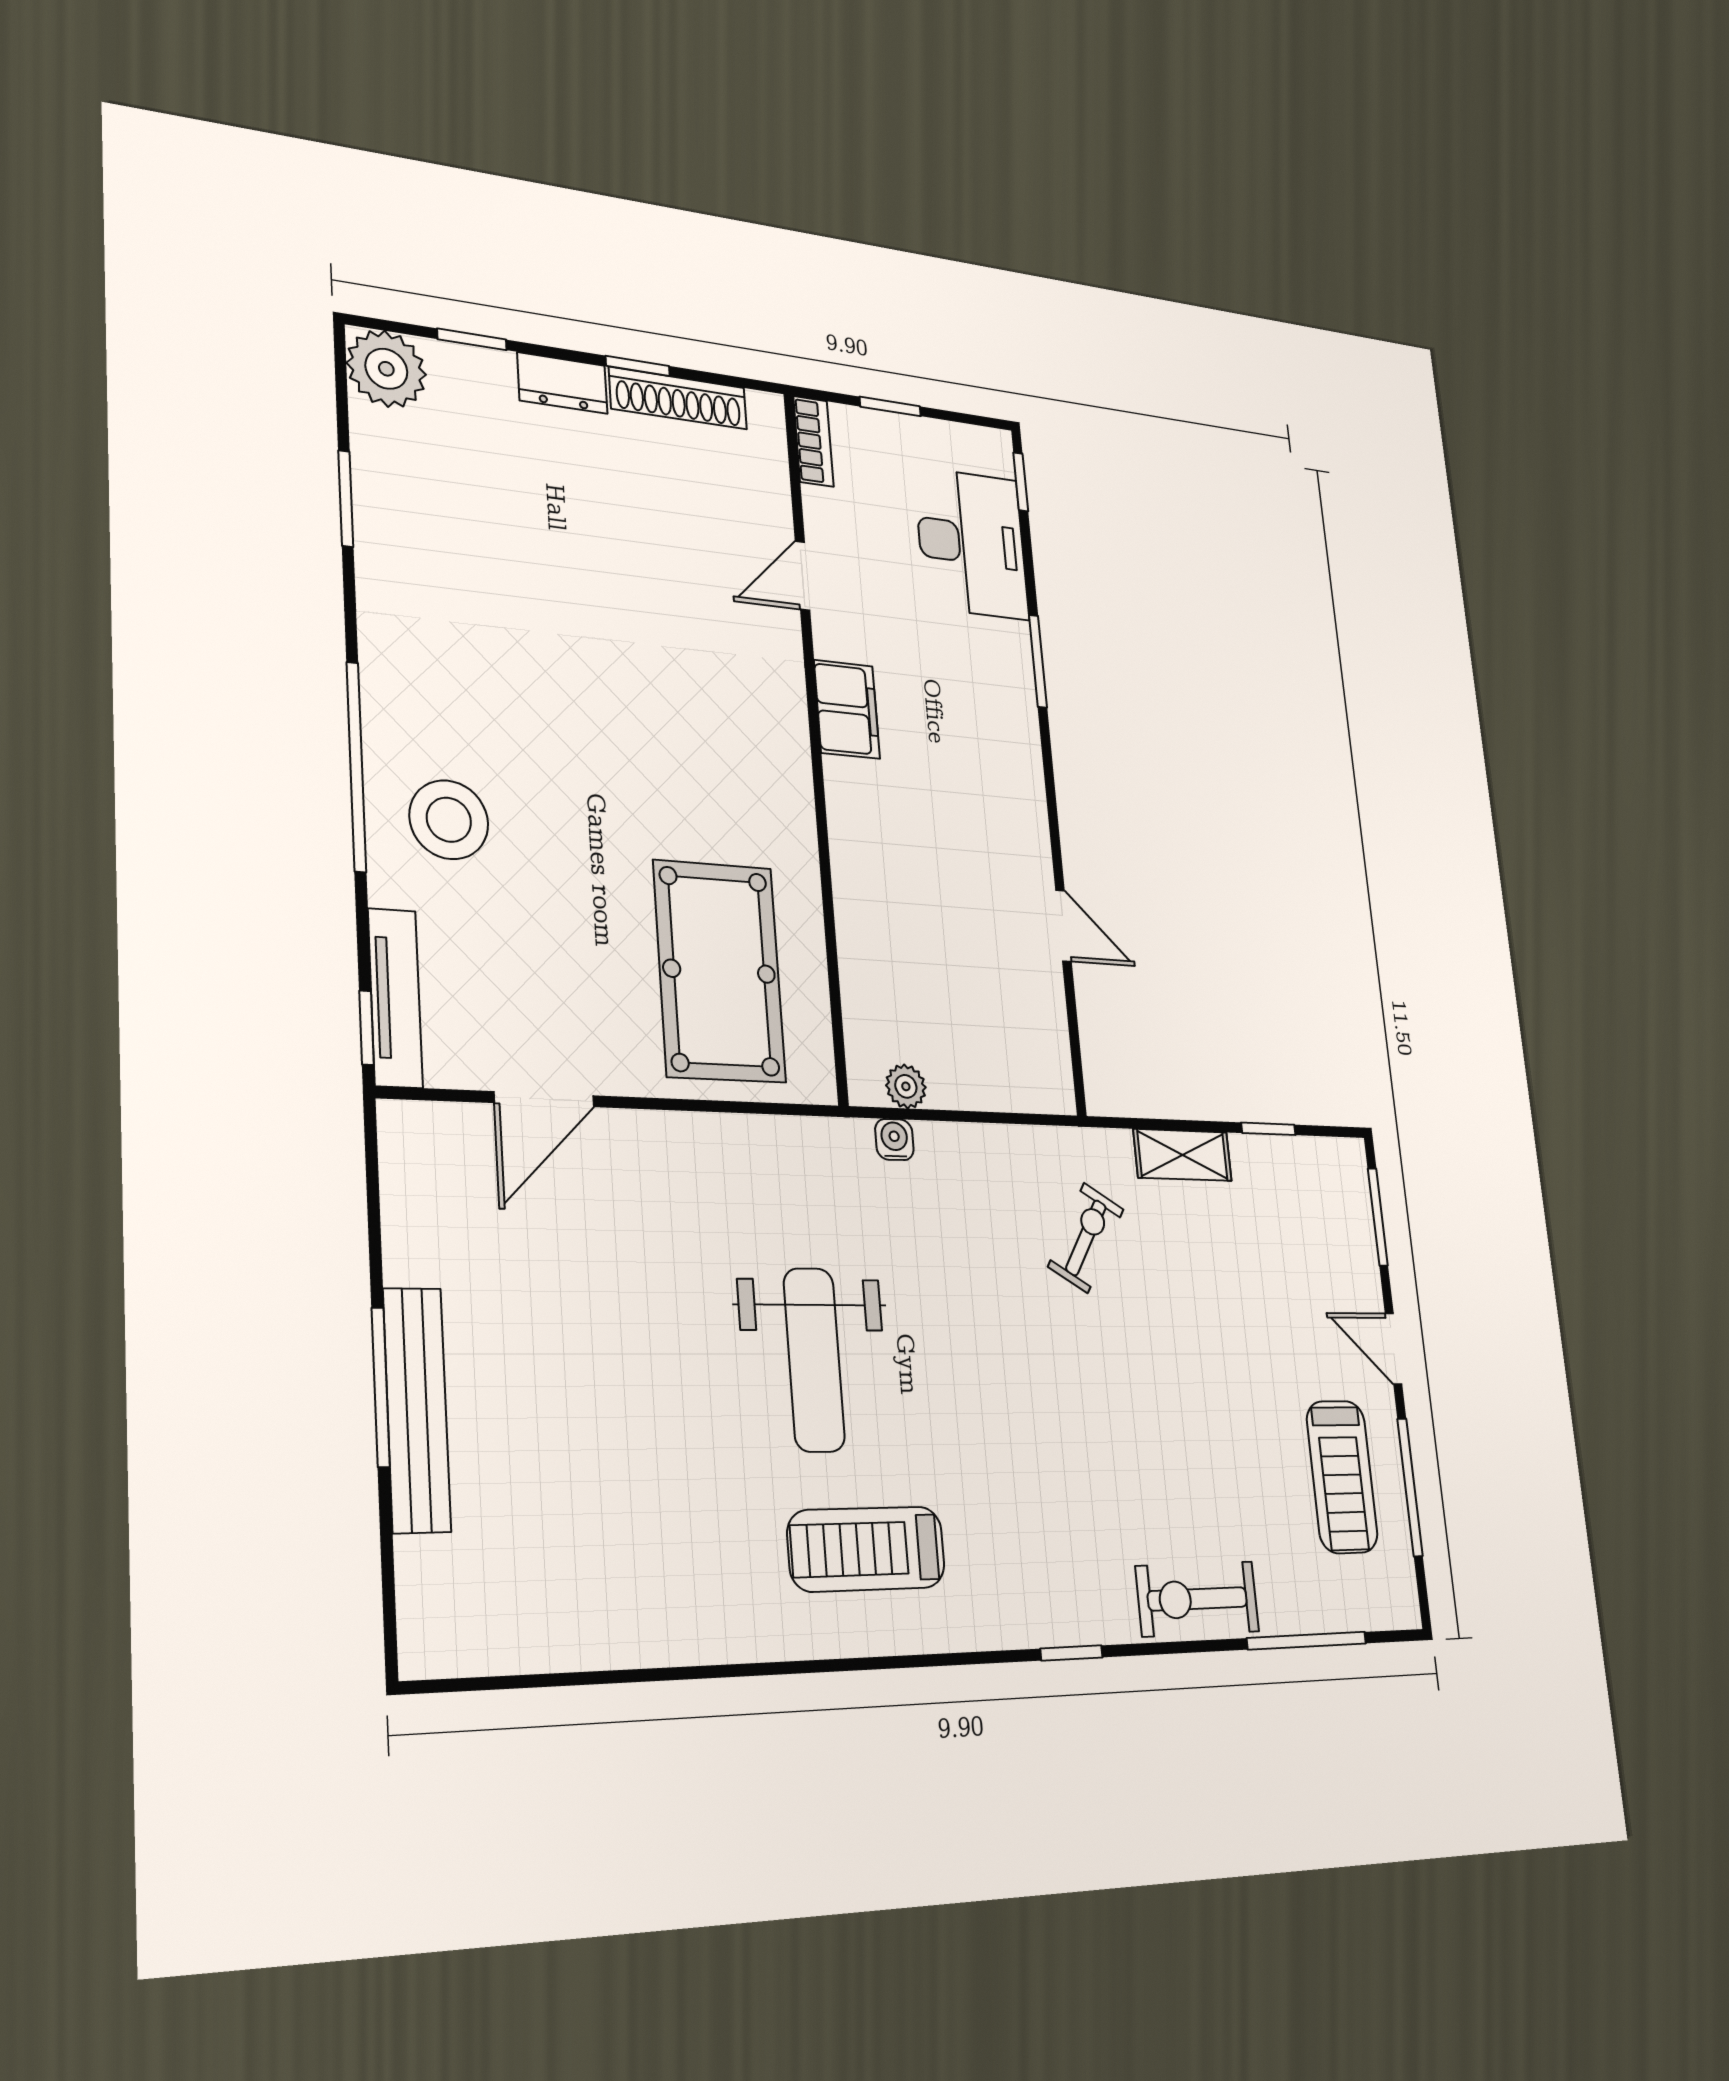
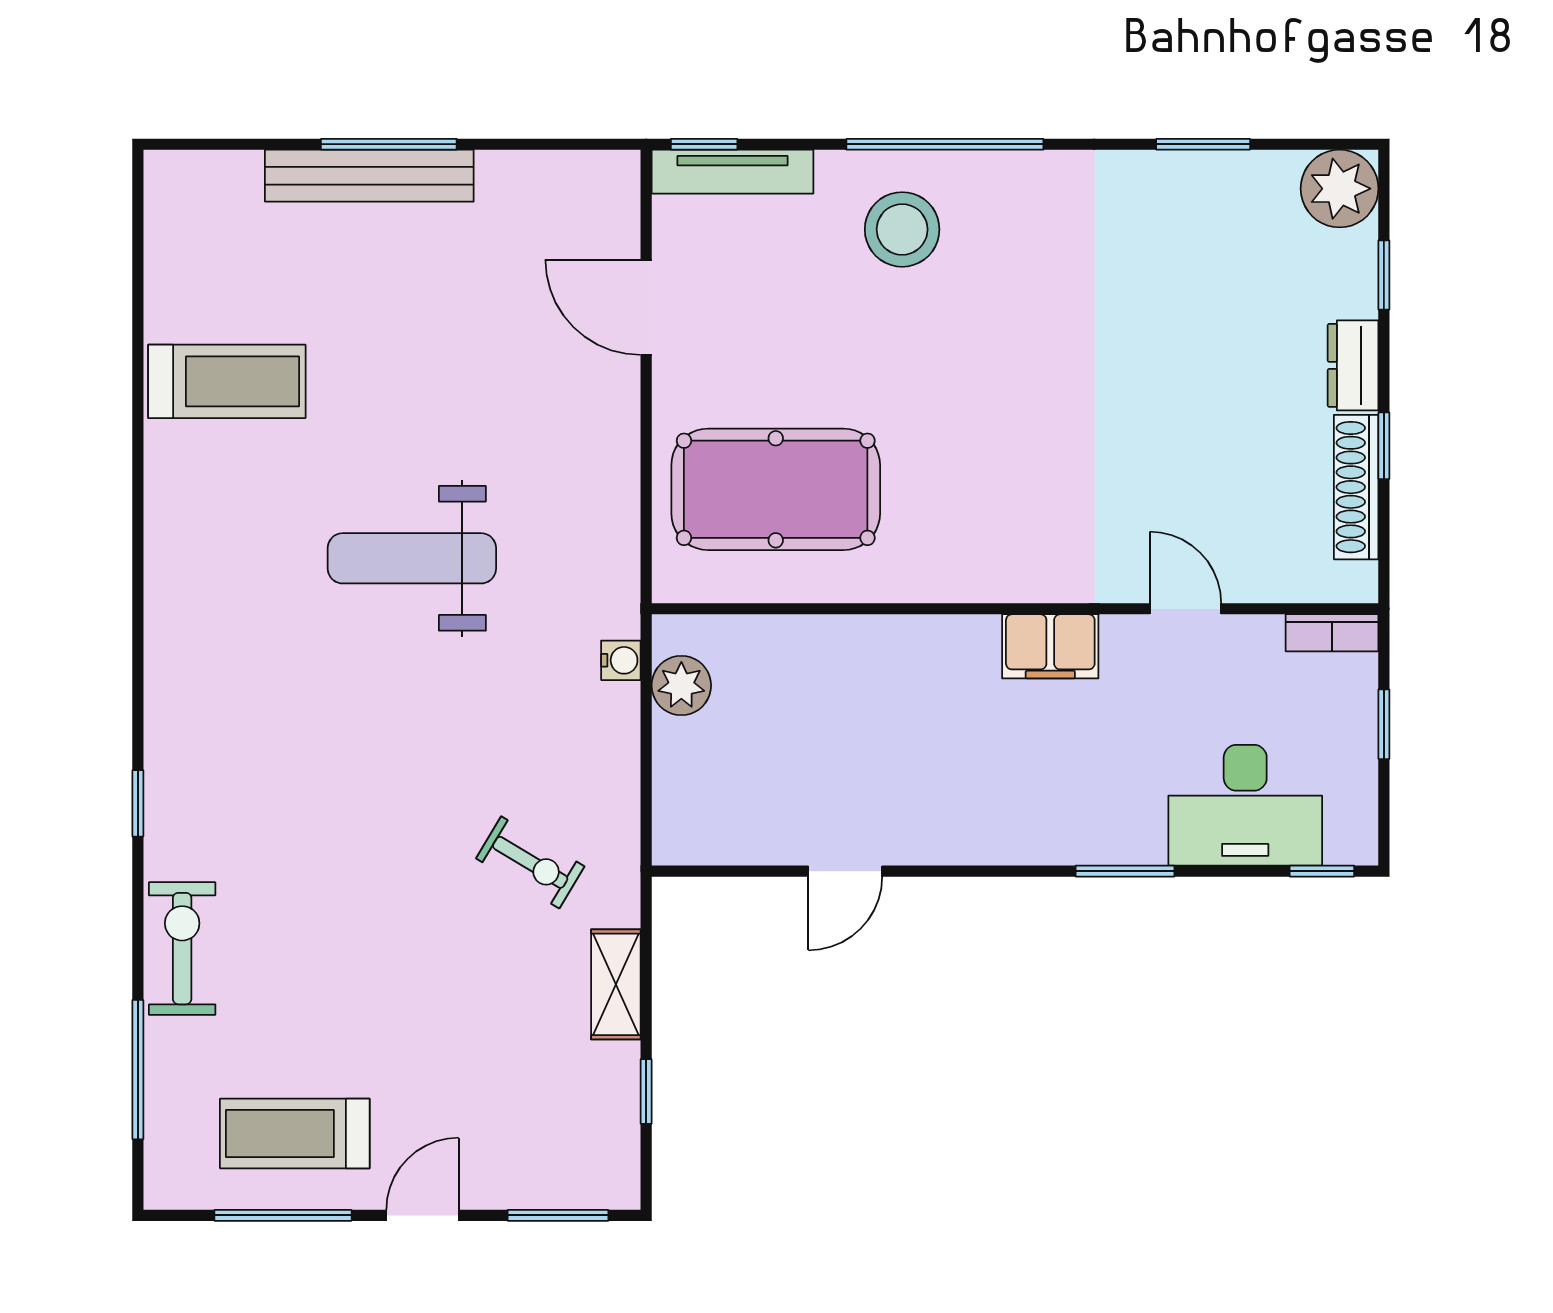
plant: (906, 1086) -> (681, 685), width x1.38, depth x1.38
treadmill: (866, 1549) -> (227, 381), moved, turned 90

